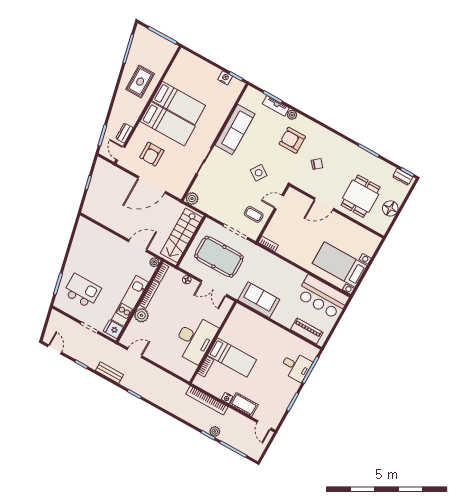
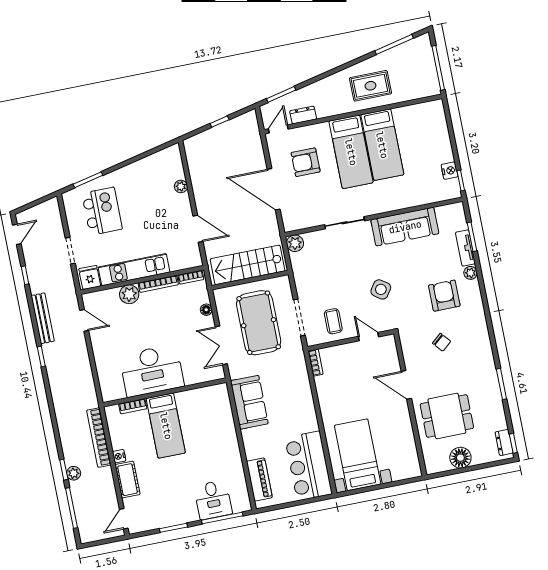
plant: (154, 262) -> (181, 186), moved
bench: (109, 373) -> (43, 318), width x1.36

